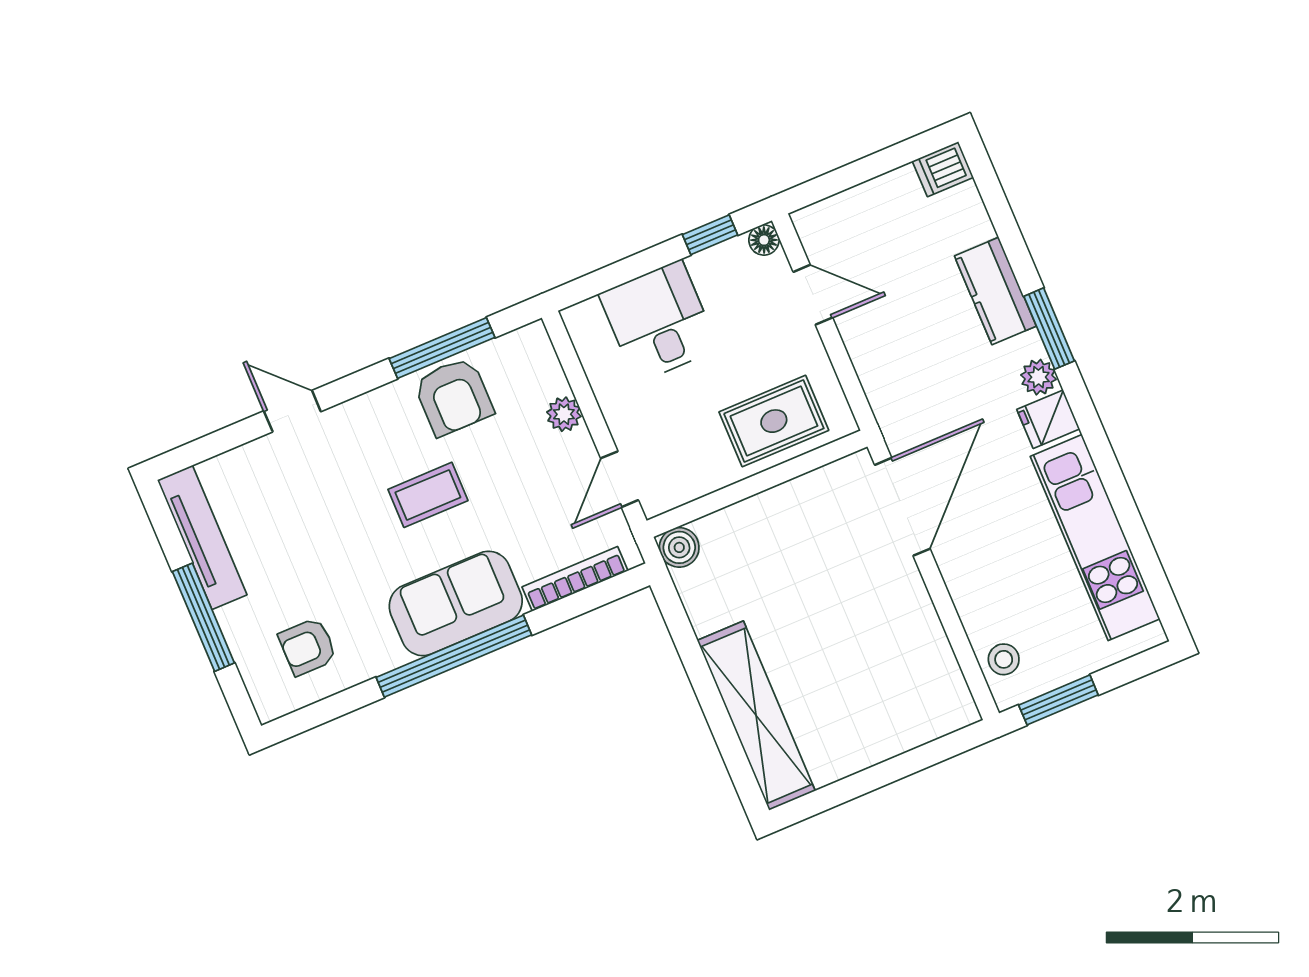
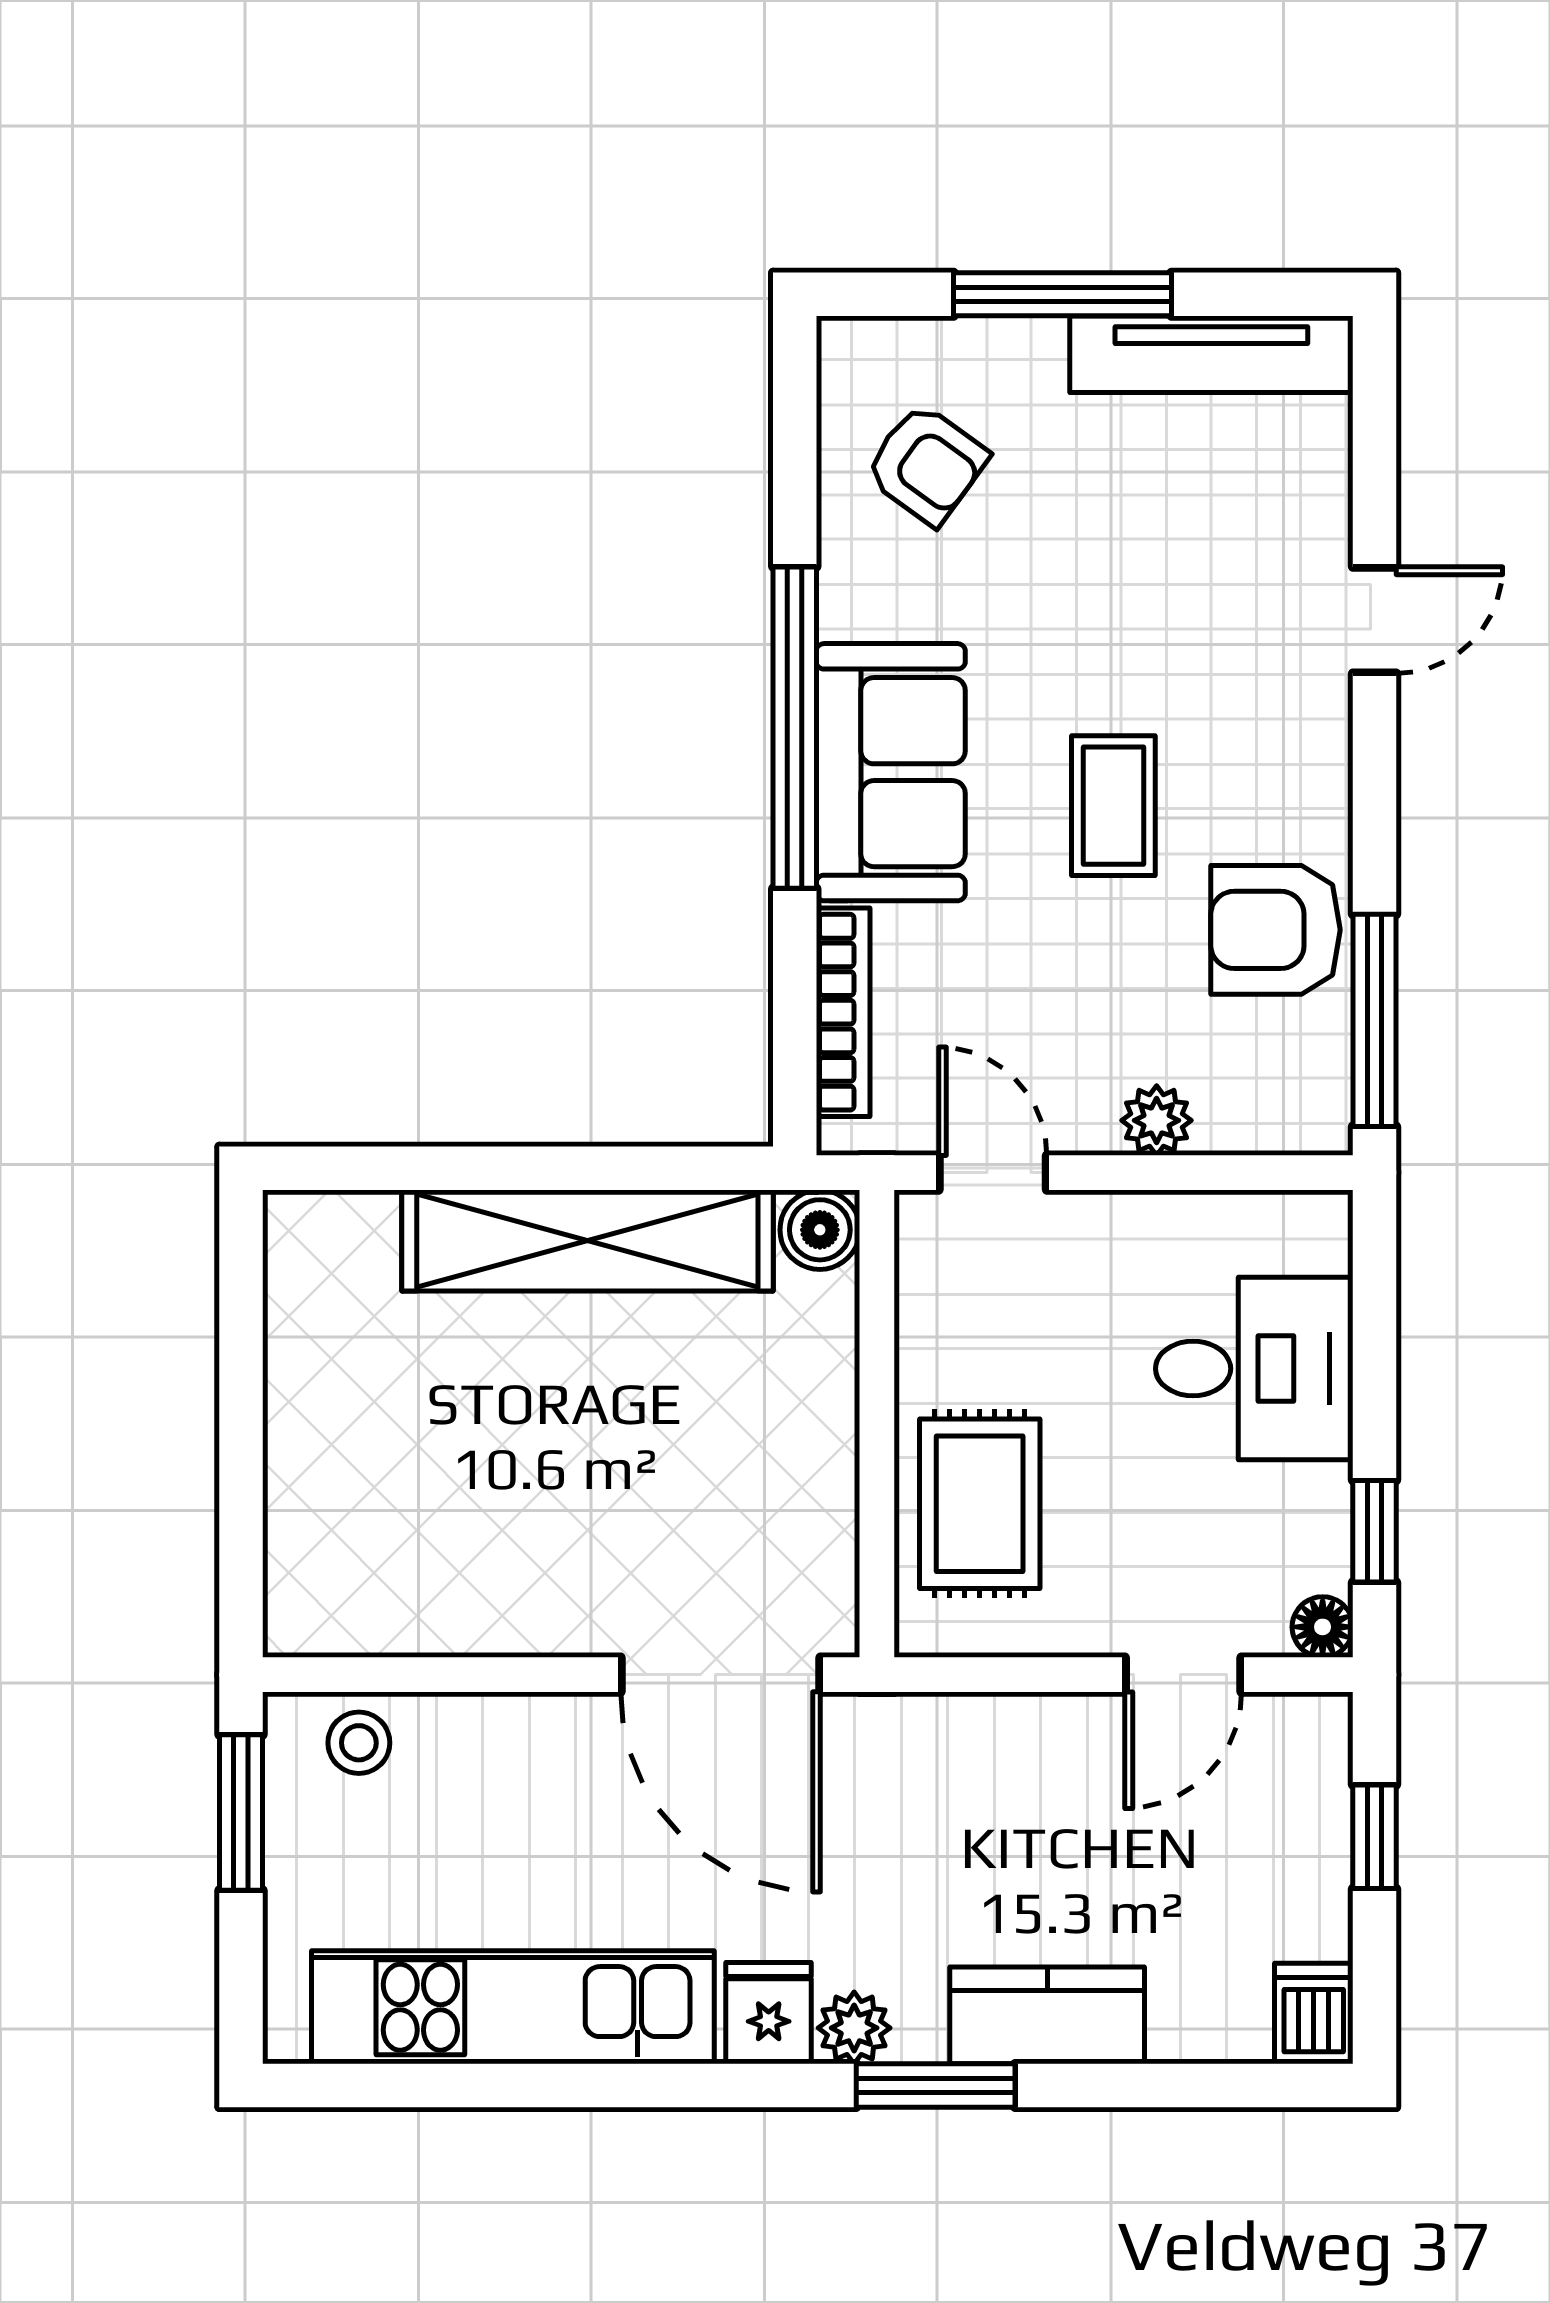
window: (850, 176) -> (1374, 1837), added
window: (442, 348) -> (1374, 1020), moved
armchair: (308, 647) -> (926, 464), turned 126
shelving: (756, 716) -> (587, 1241), moved

